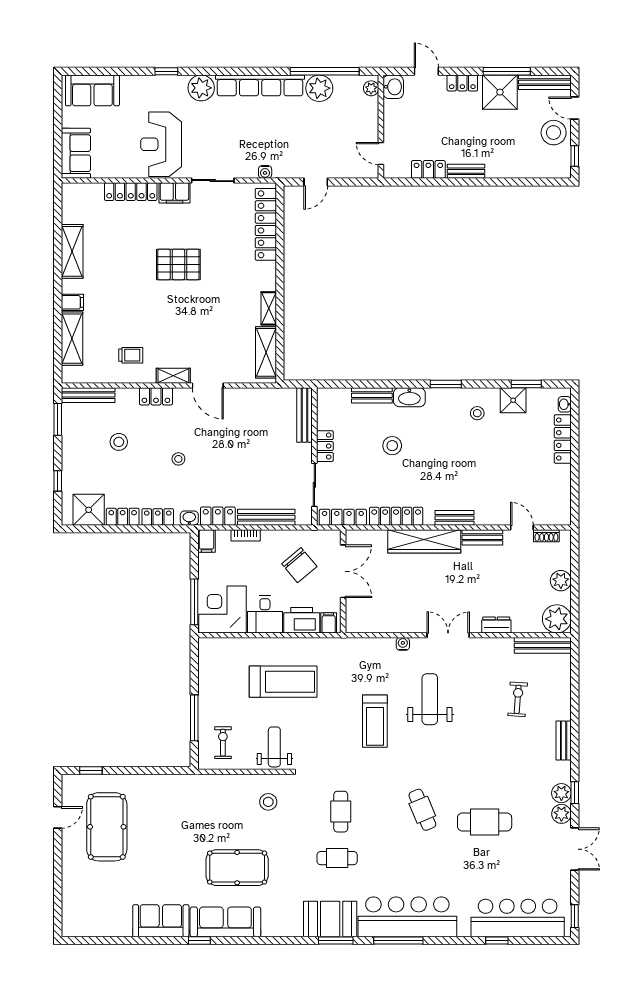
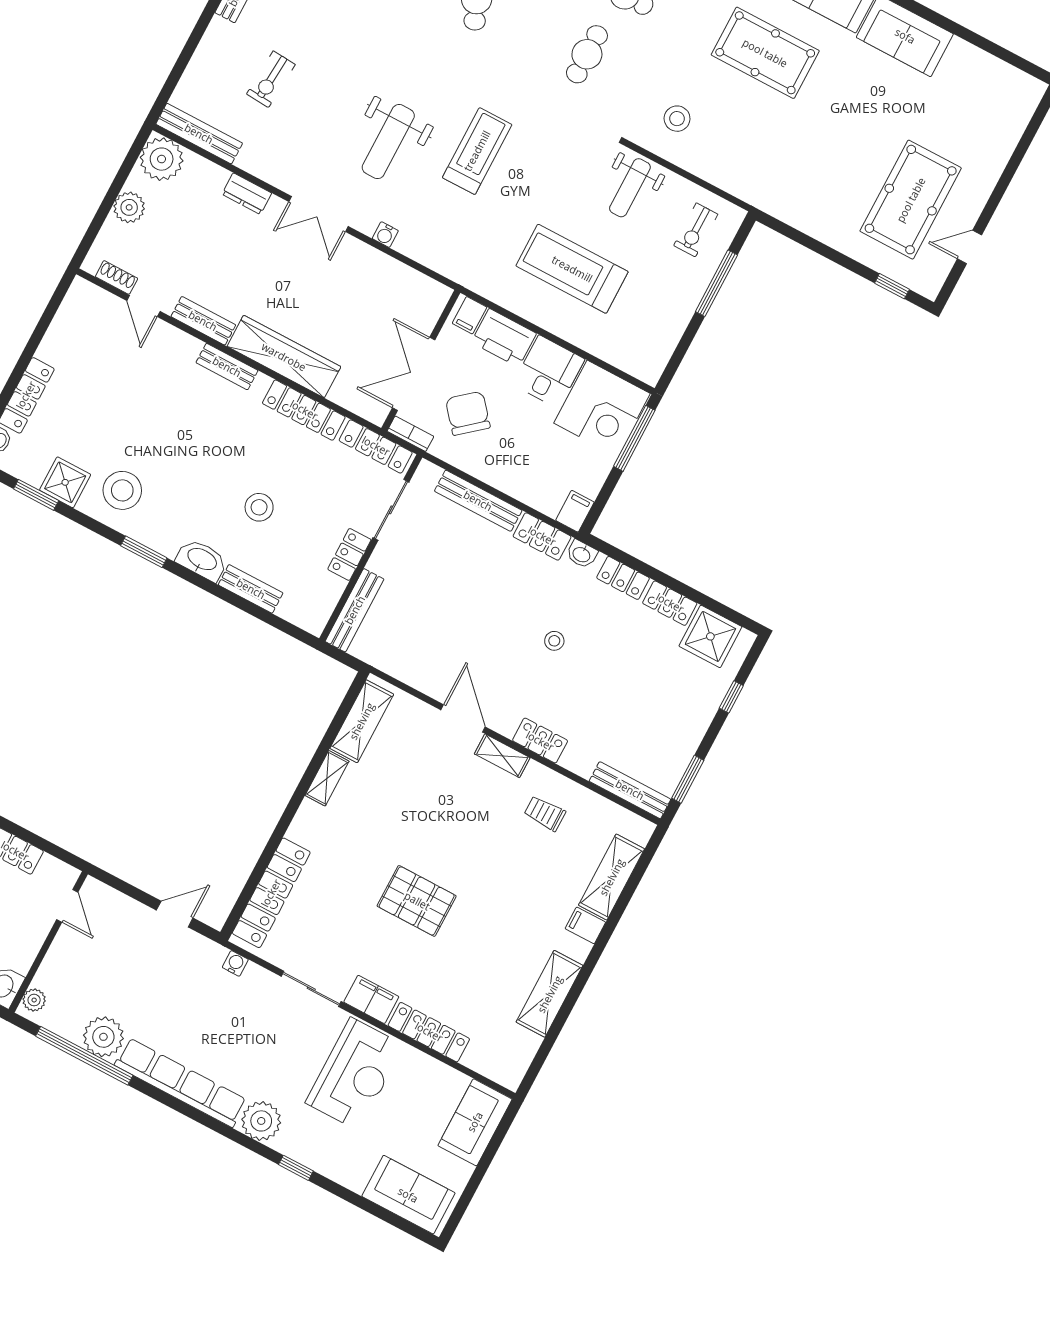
stool: (477, 413) -> (122, 490), width x1.89, depth x1.89
stool: (119, 442) -> (622, 706), removed
bookcase: (246, 535) -> (410, 434), moved

